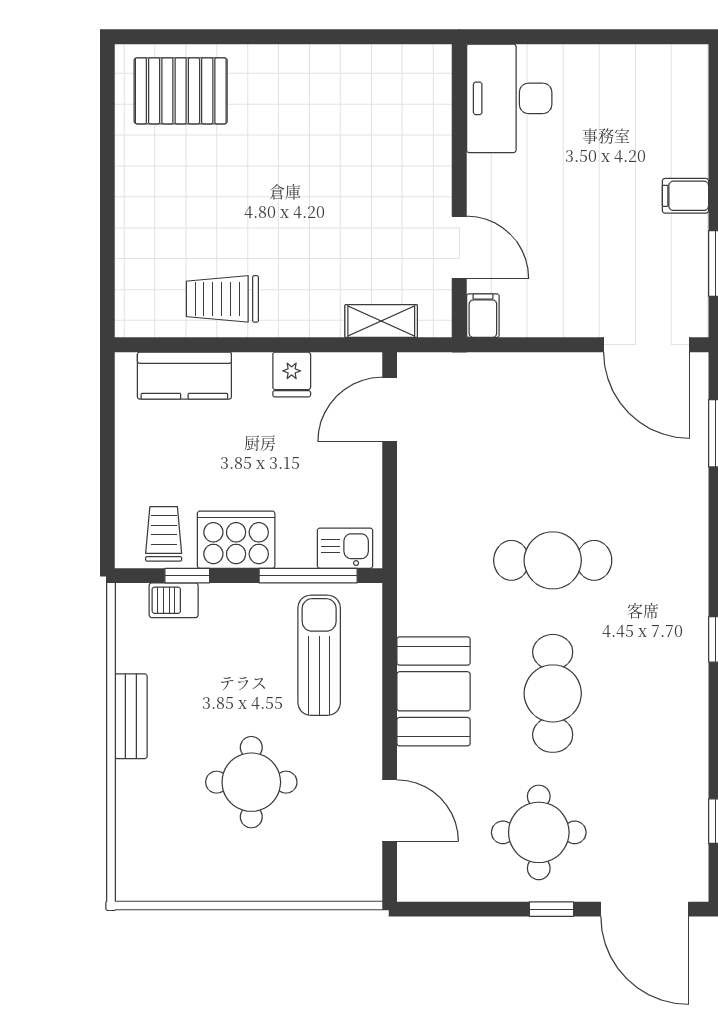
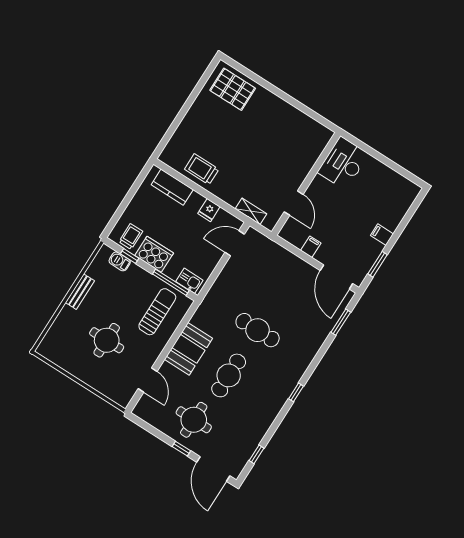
filing cabinet: (483, 316) -> (311, 247), moved

